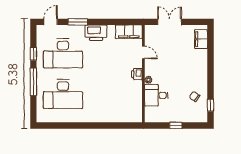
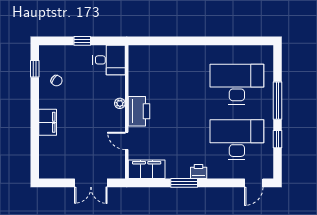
window: (78, 22) -> (184, 183), moved
printer: (96, 33) -> (199, 172), width x0.53, depth x0.68
filing cabinet: (201, 39) -> (48, 122), moved
printer: (137, 74) -> (139, 111), width x1.87, depth x1.48
desk: (156, 95) -> (109, 60), moved

